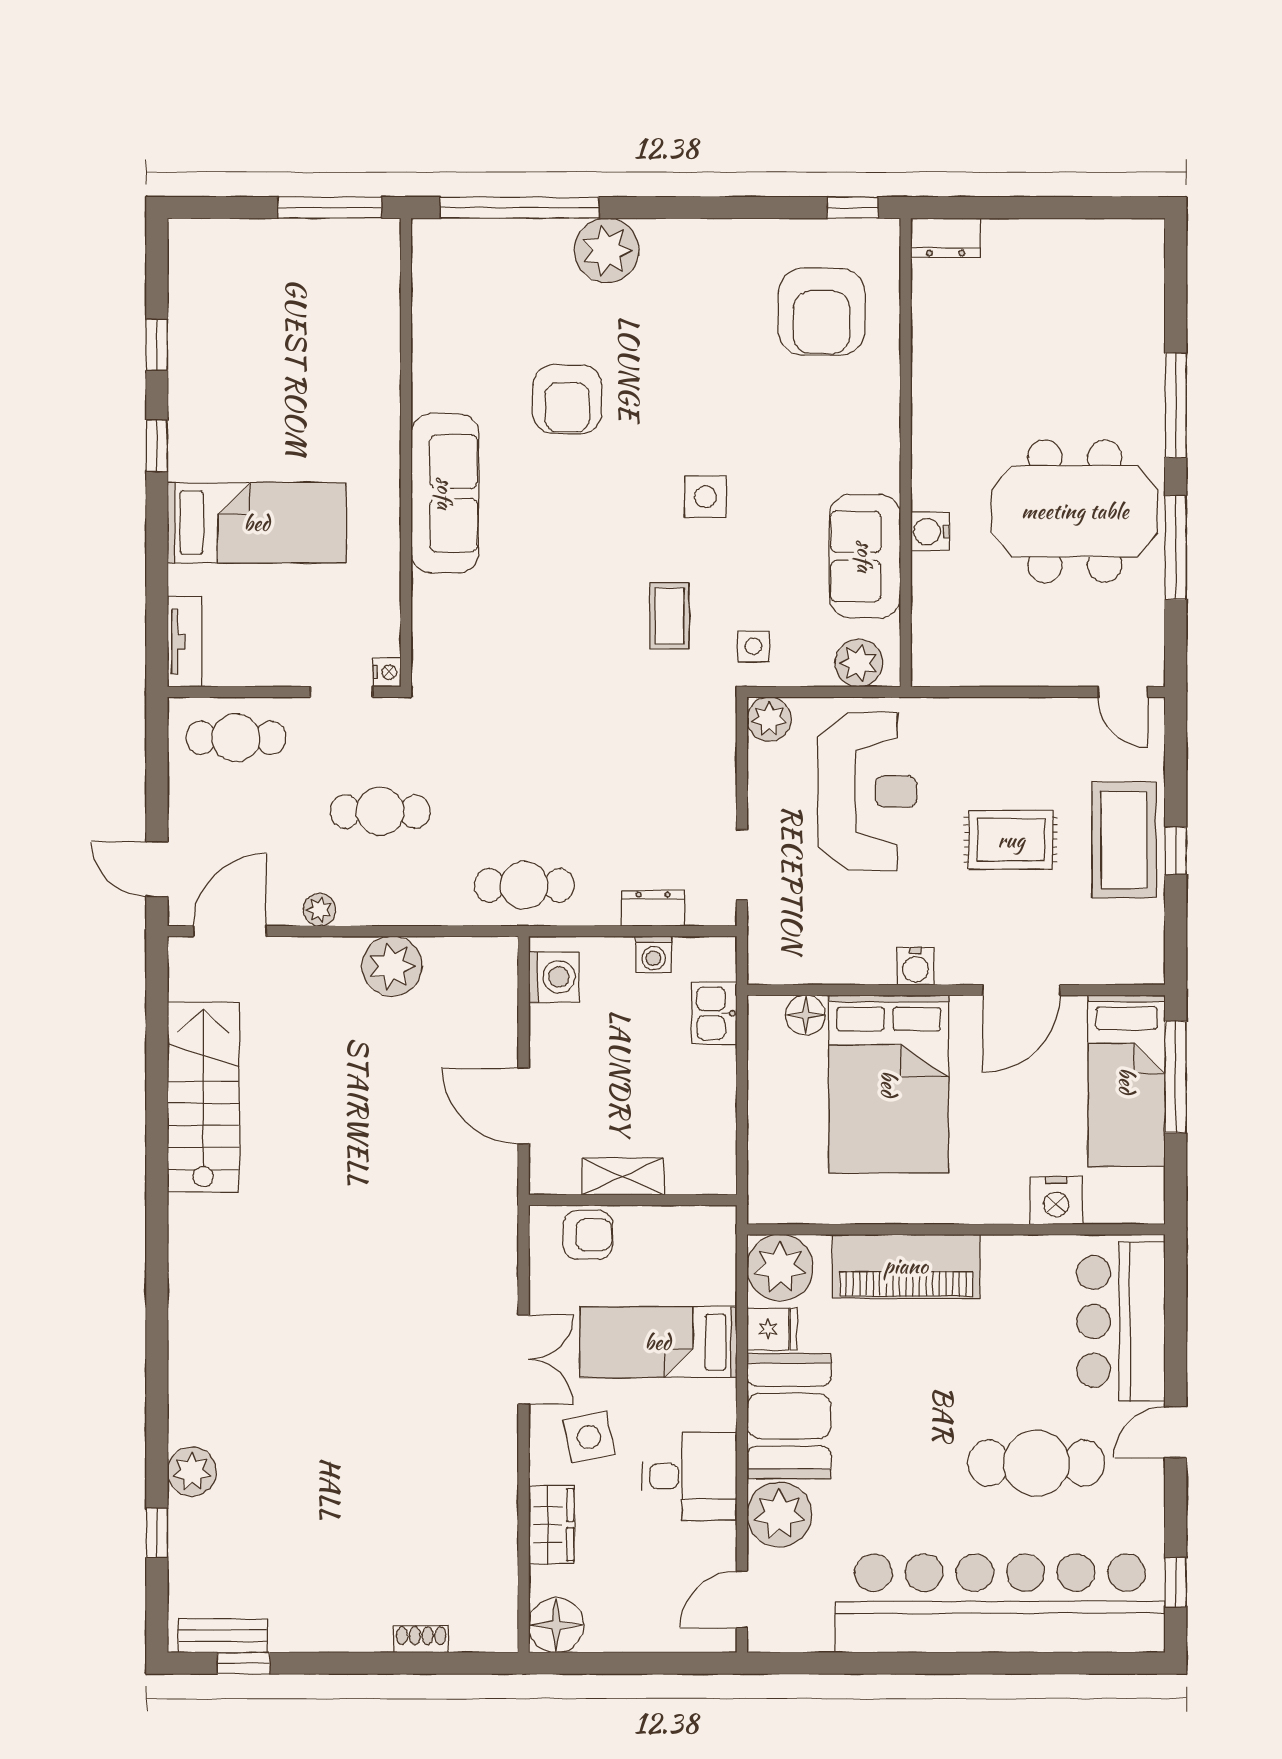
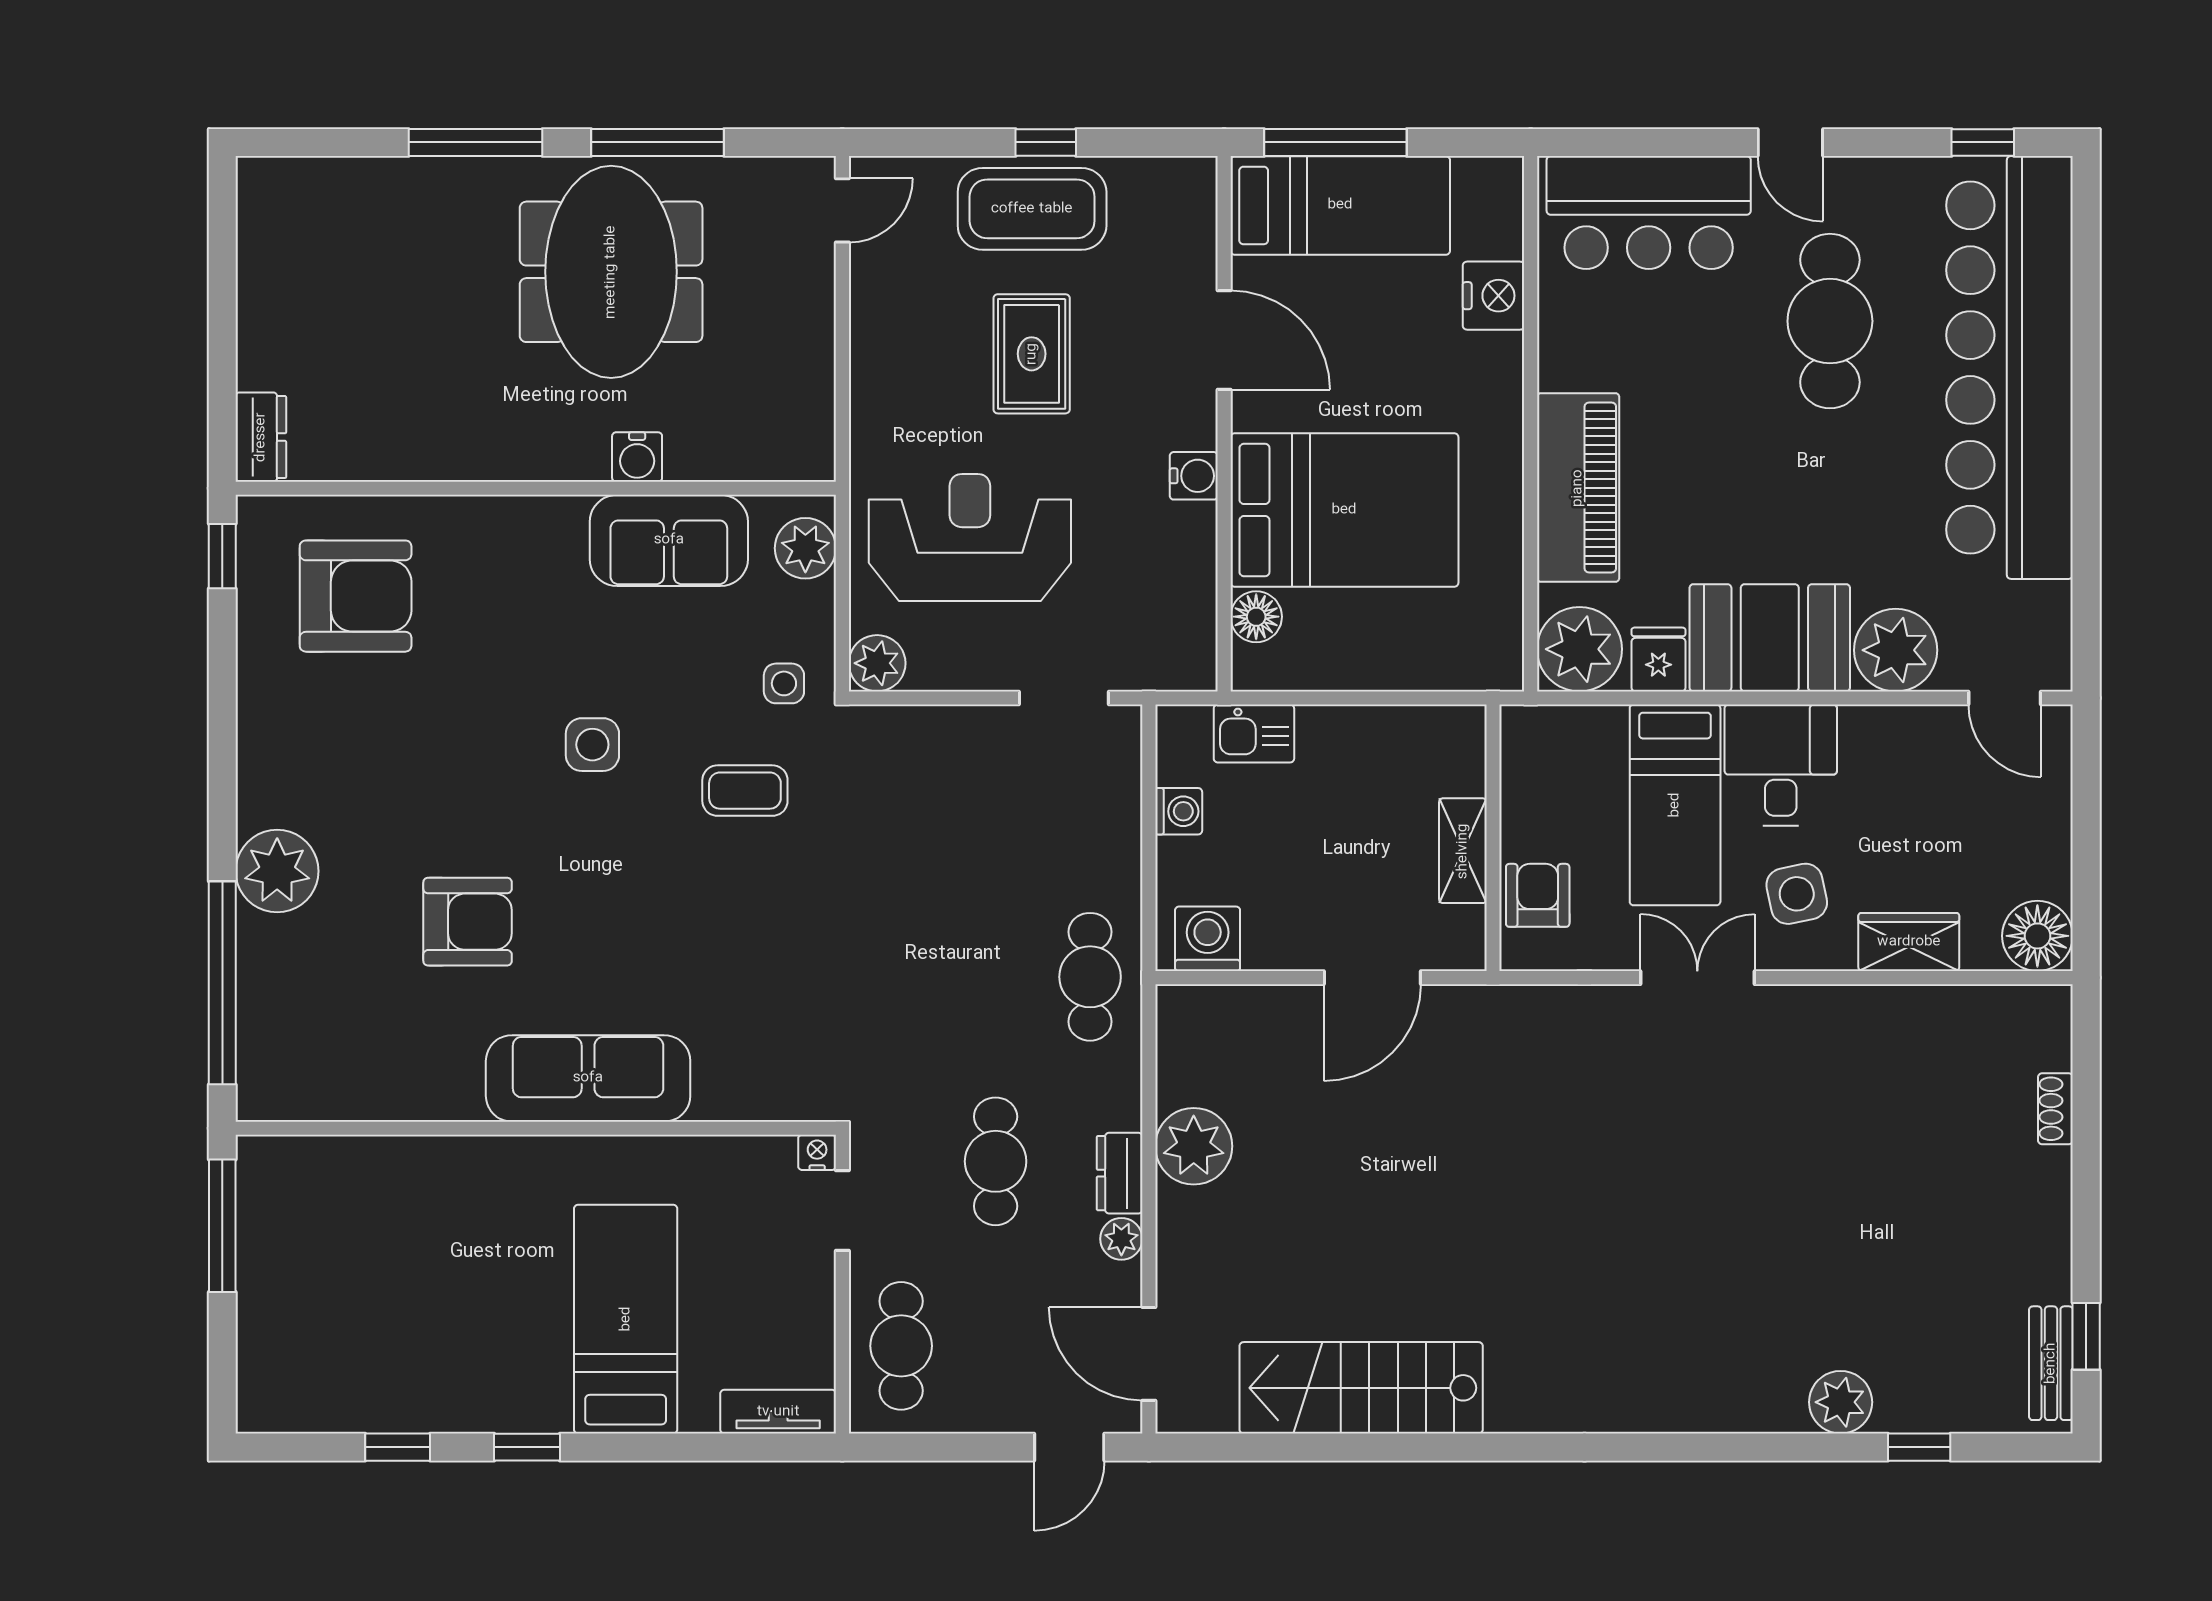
dresser: (653, 908) -> (1120, 1173), moved
desk: (690, 1476) -> (1781, 765), moved

